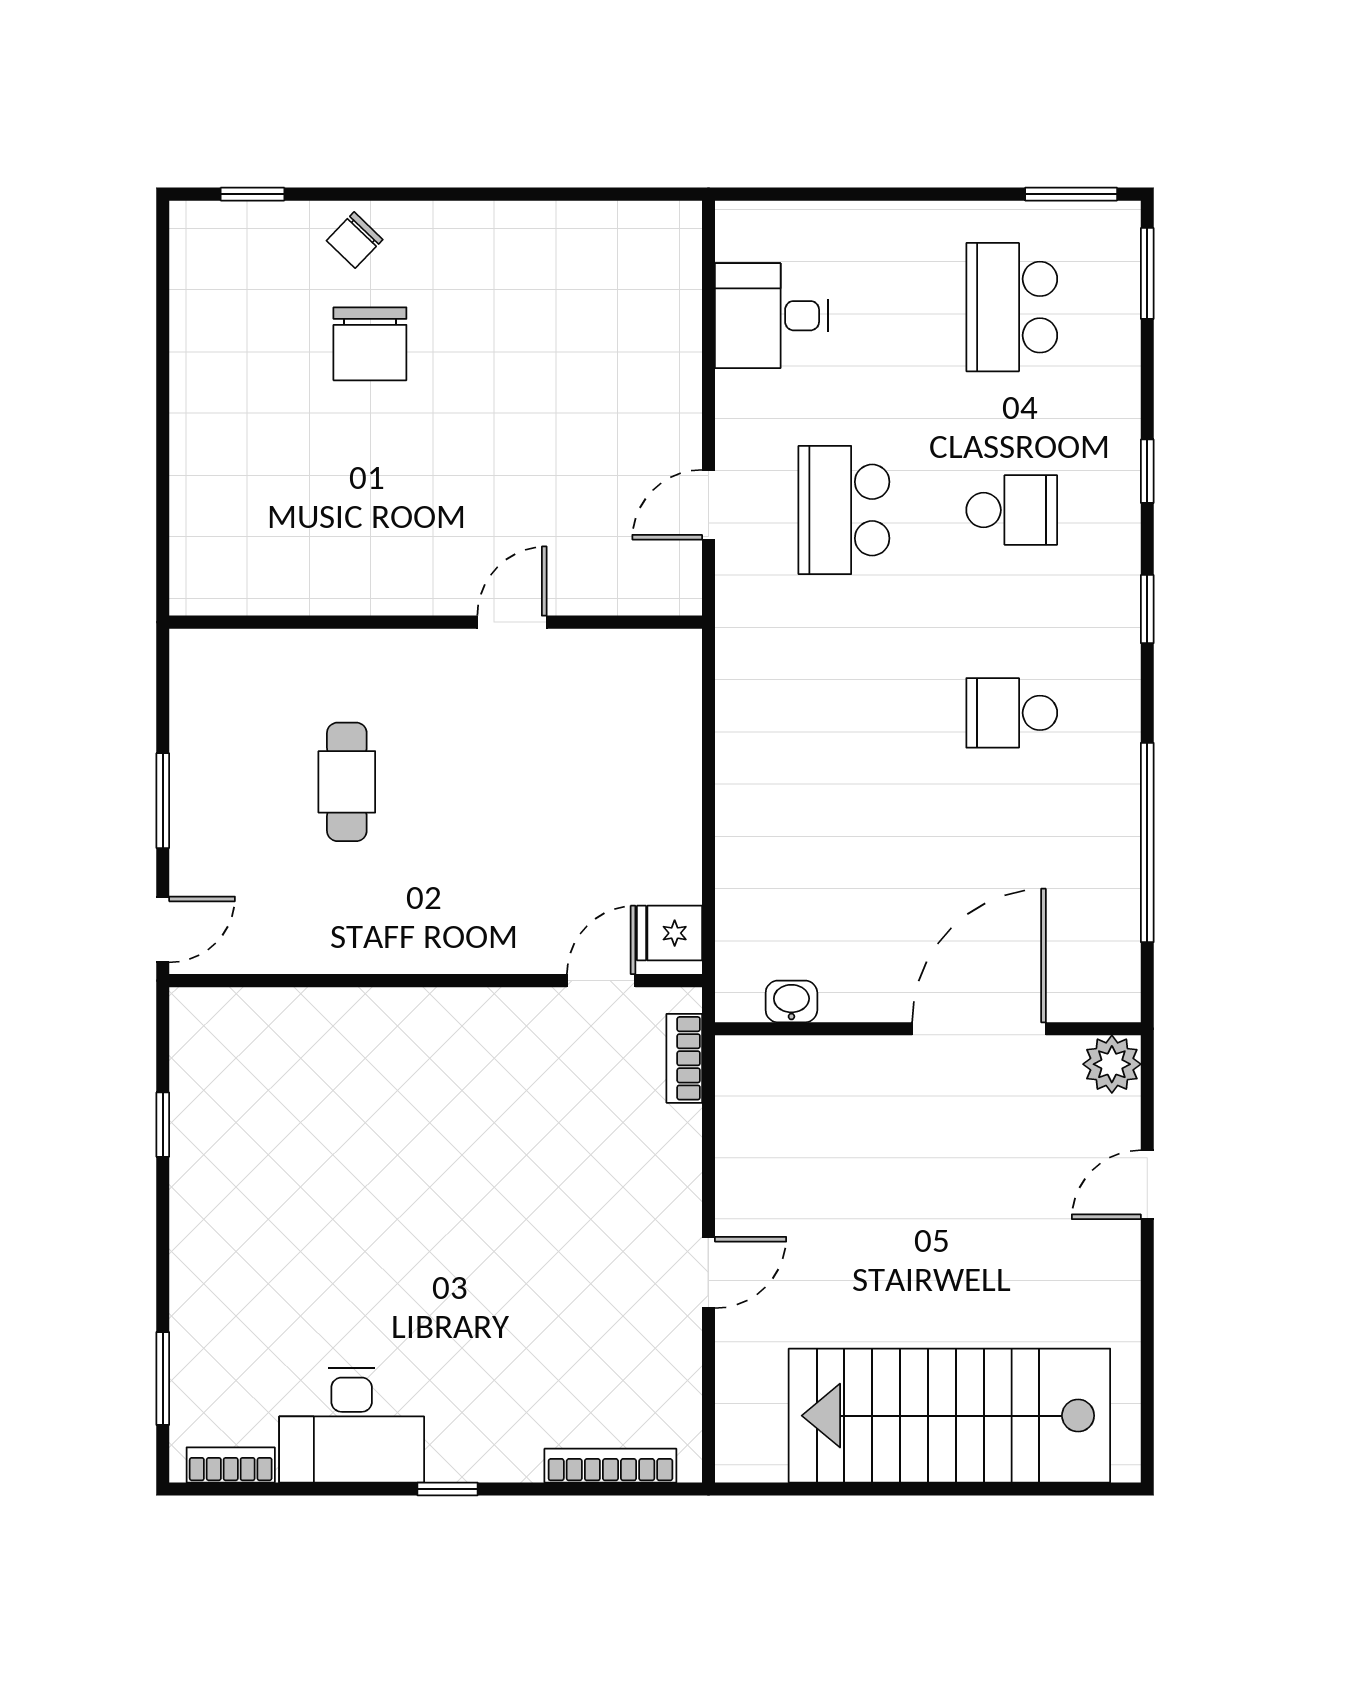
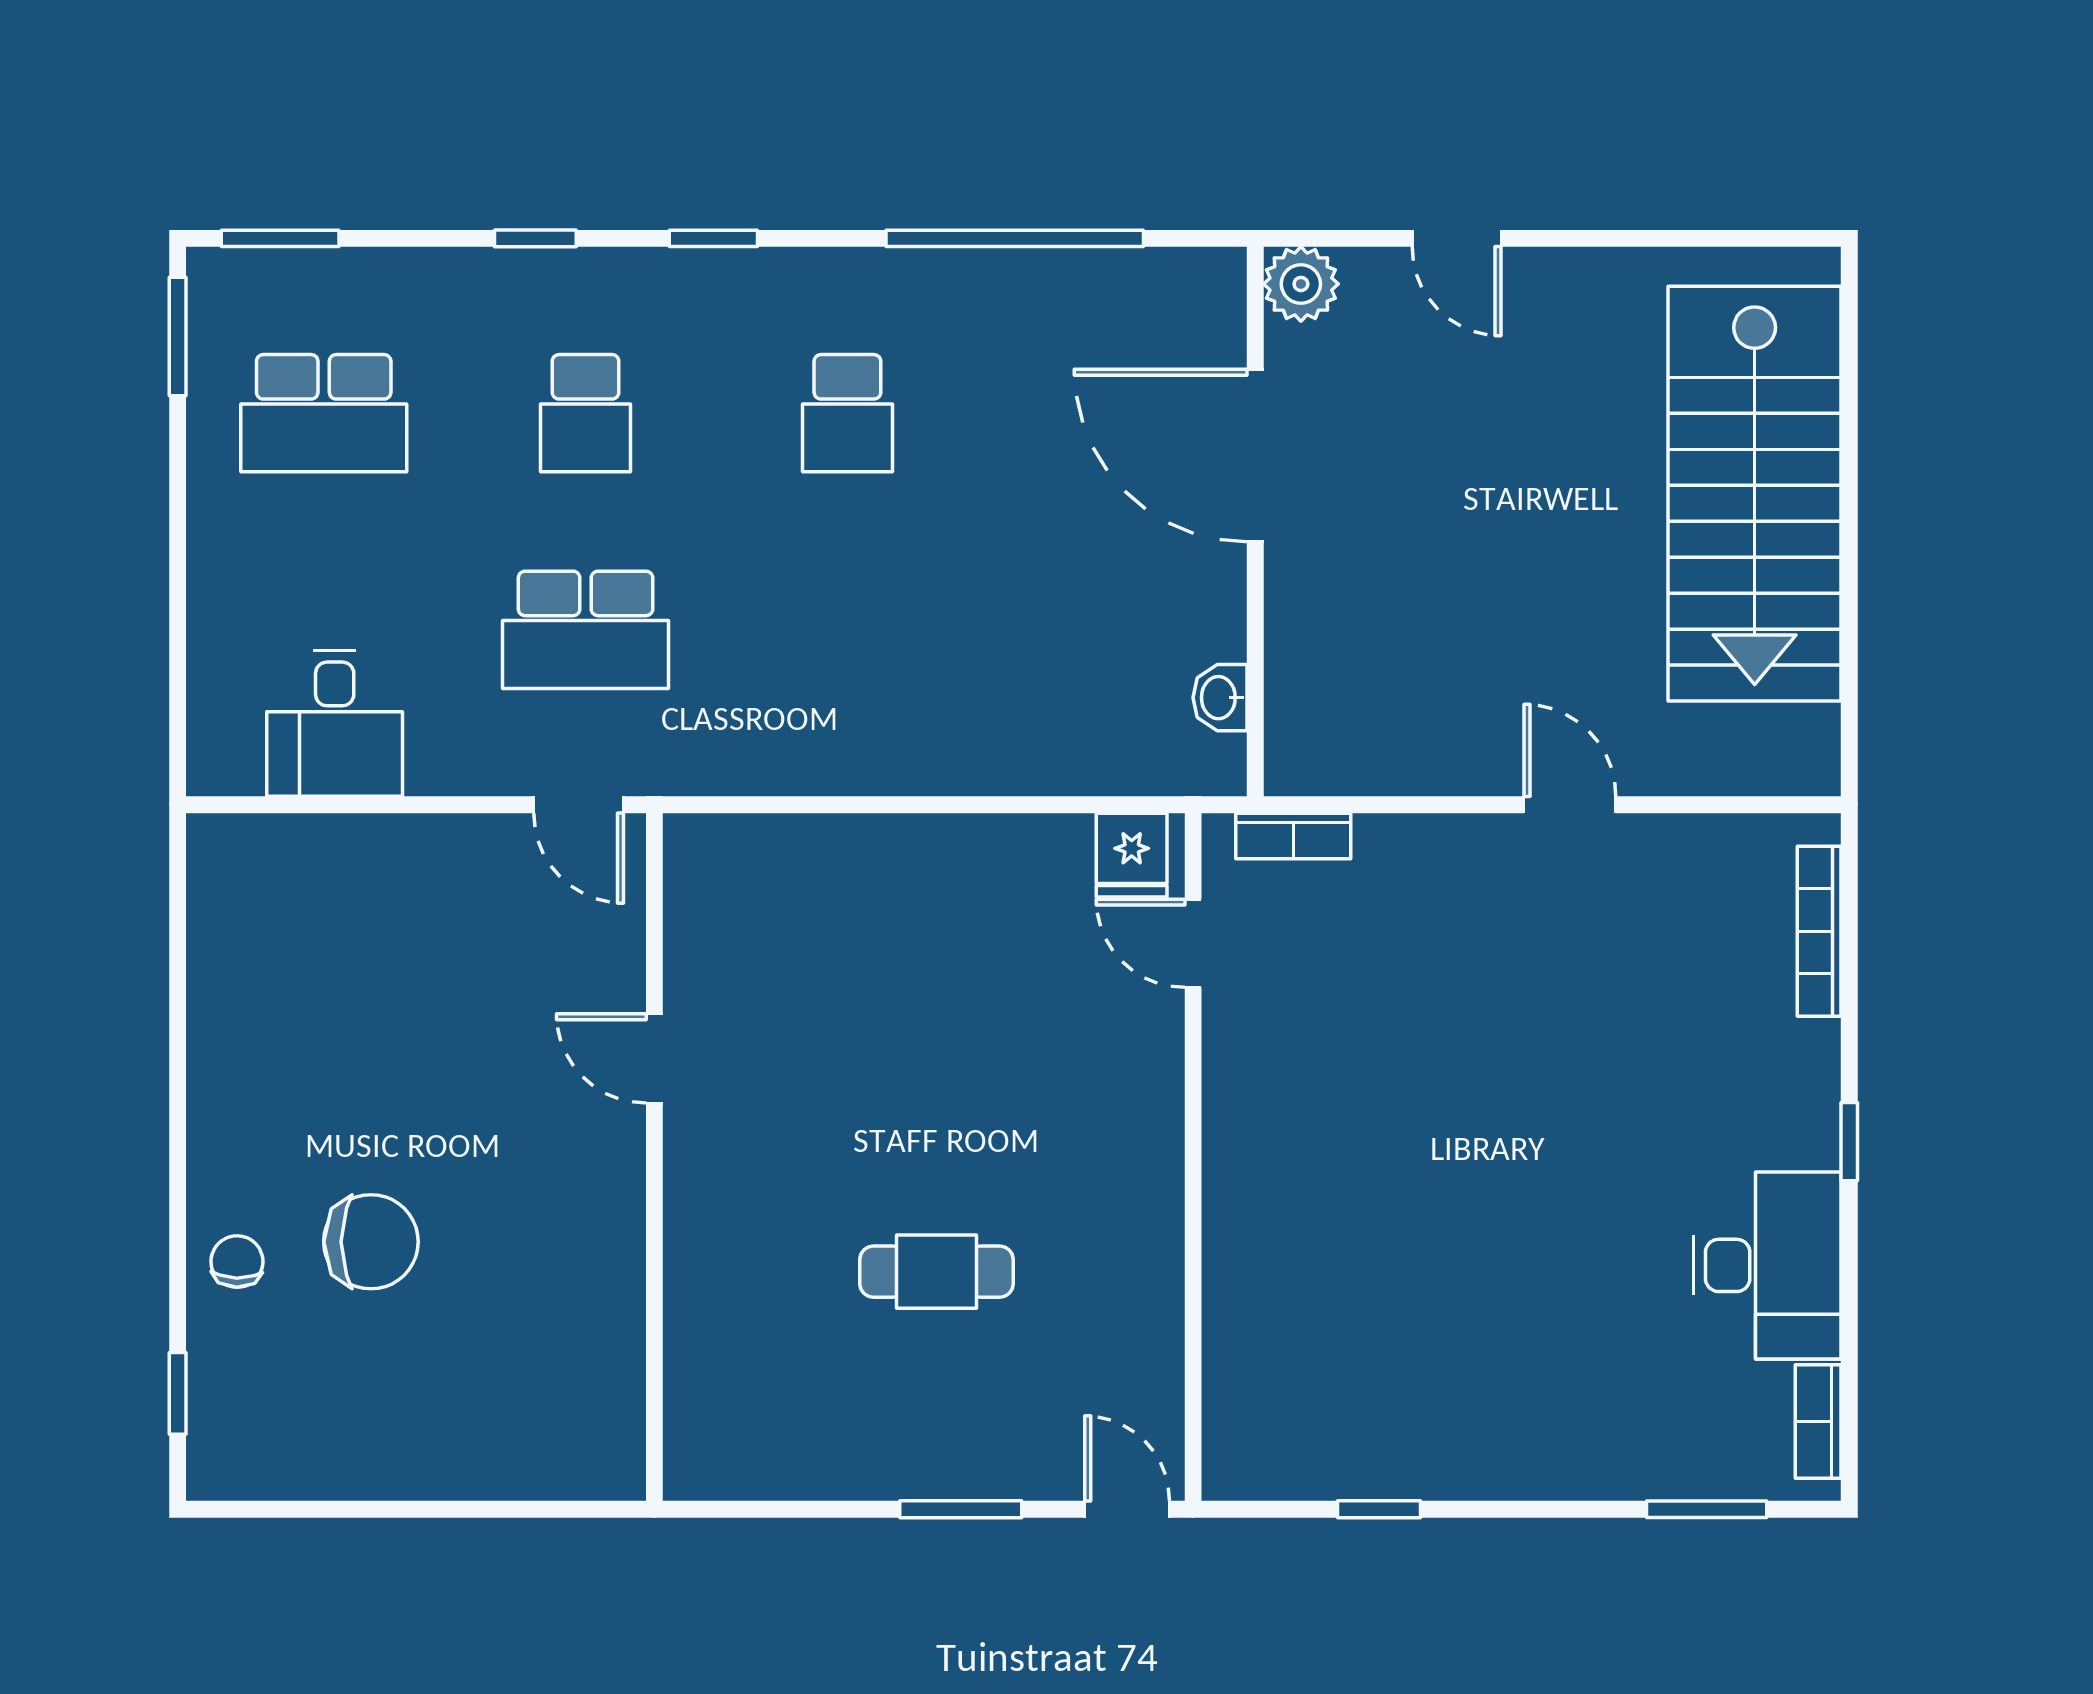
chair: (355, 240) -> (237, 1262), turned -133
school desk: (1012, 510) -> (586, 413), turned 180
wall: (436, 622) -> (654, 1157), moved
door: (512, 622) -> (654, 1058), moved

